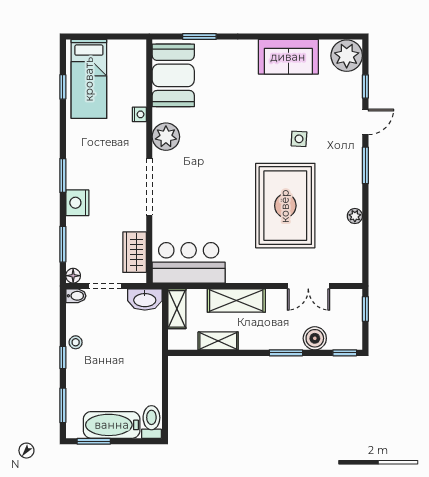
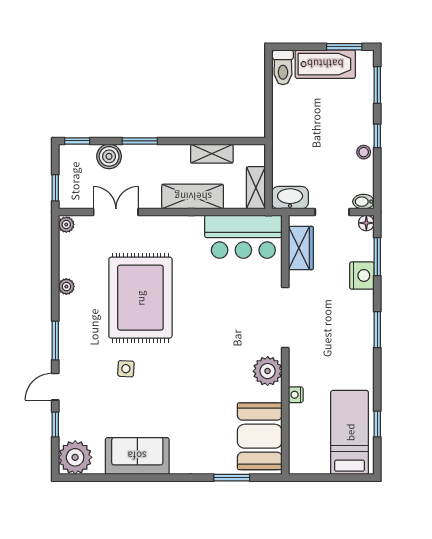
nightstand: (77, 203) -> (362, 275), moved
plant: (355, 274) -> (66, 225), added

